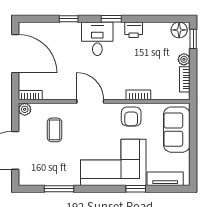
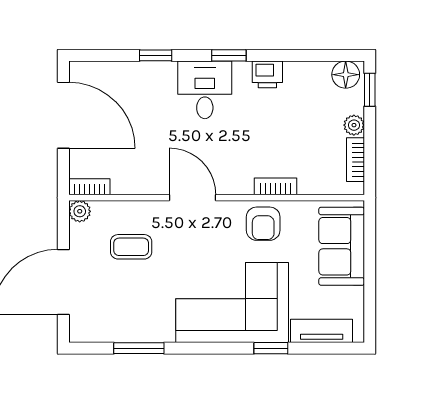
coffee table: (55, 130) -> (131, 247), turned 90

